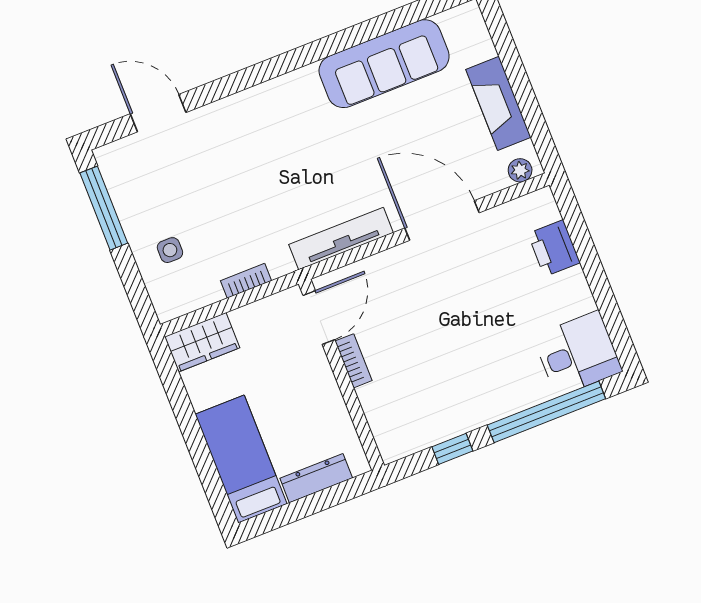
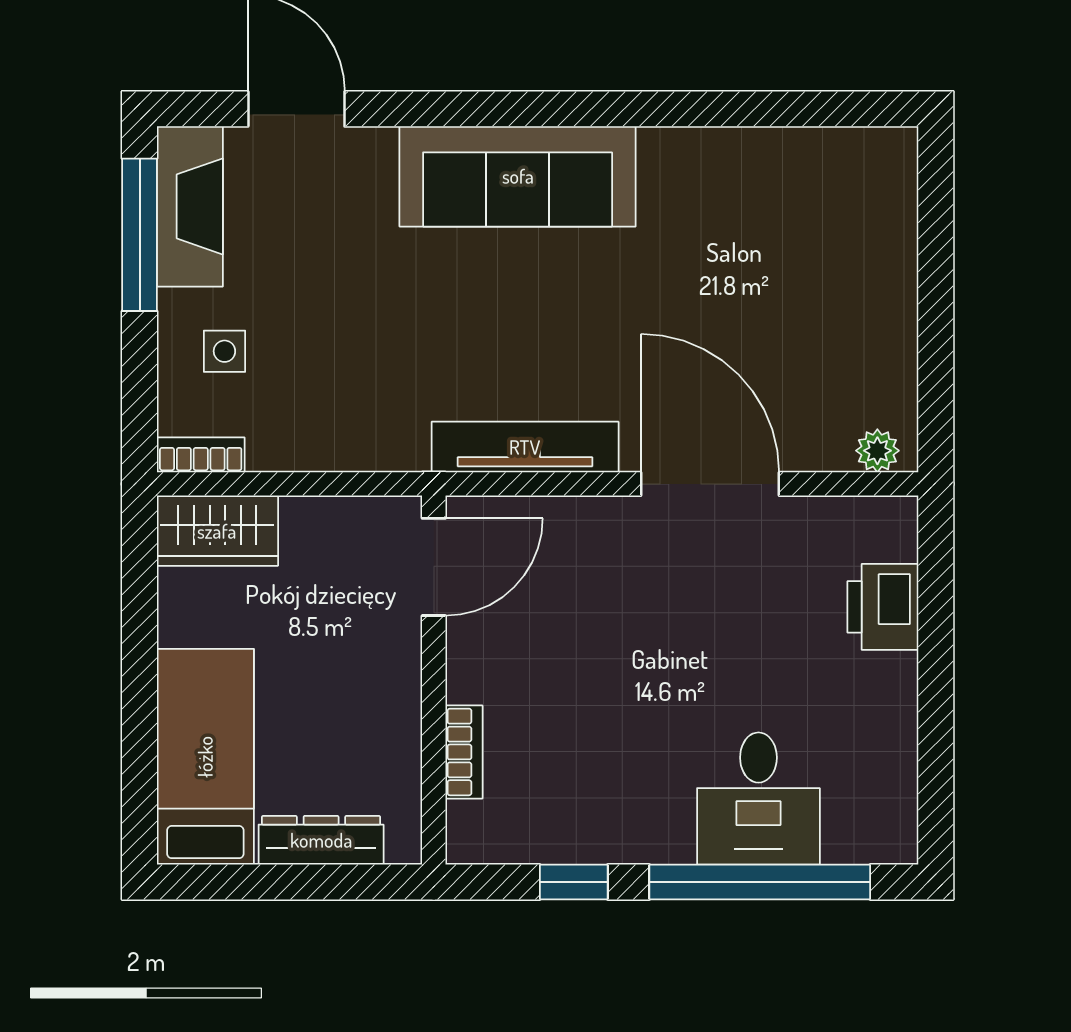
sofa: (384, 64) -> (518, 176), moved
fireplace: (498, 103) -> (190, 206), moved, turned 180
bookcase: (246, 281) -> (201, 455), moved
desk: (578, 354) -> (758, 799), moved, turned 90
bookcase: (354, 361) -> (464, 752), moved

